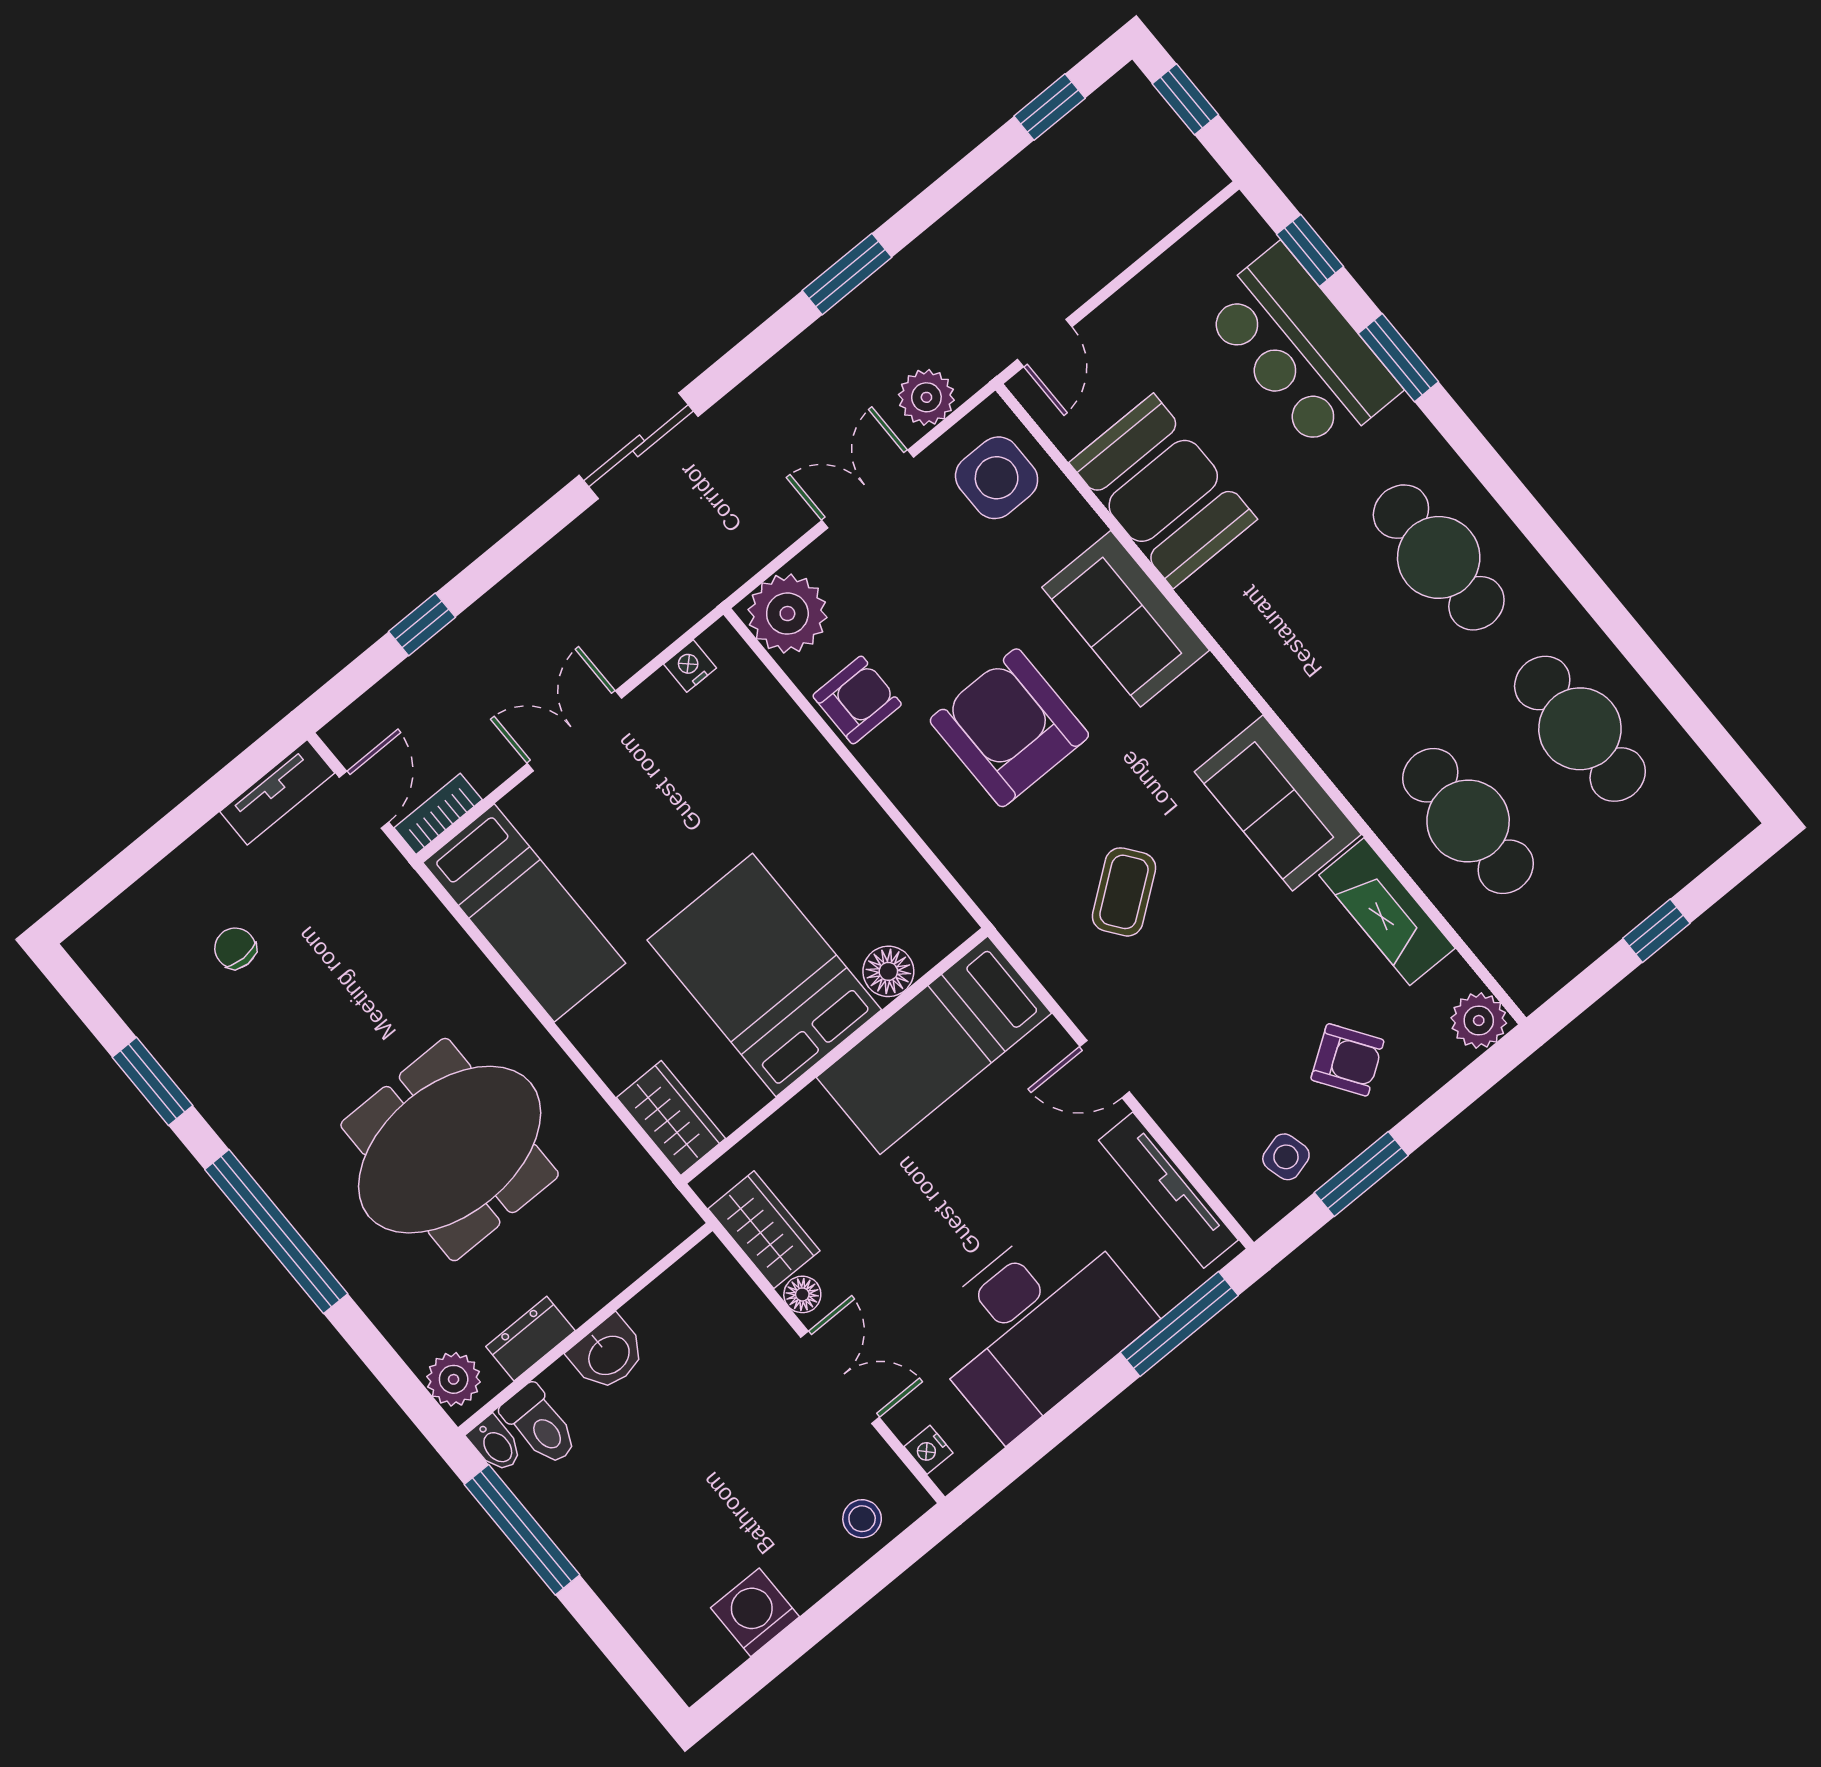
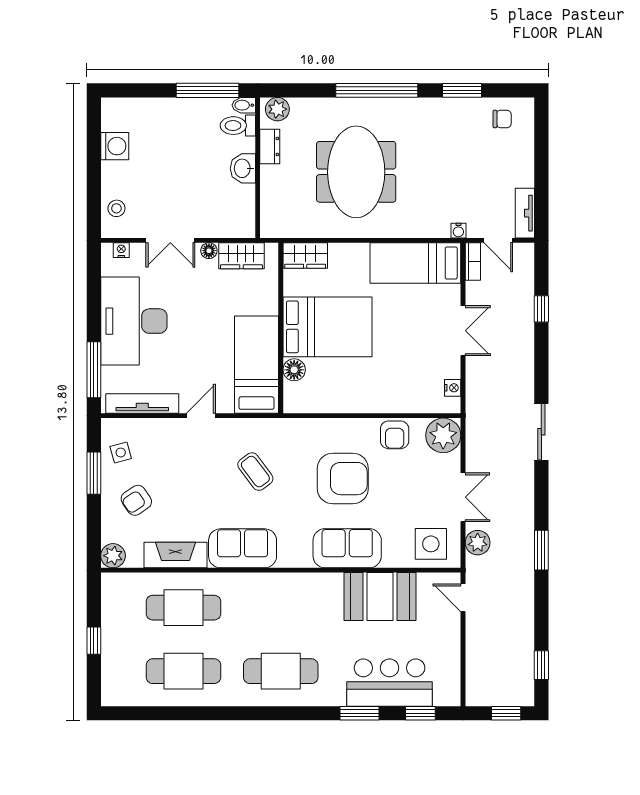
water cooler: (405, 884) -> (458, 231), added
chair: (235, 948) -> (502, 119), moved

